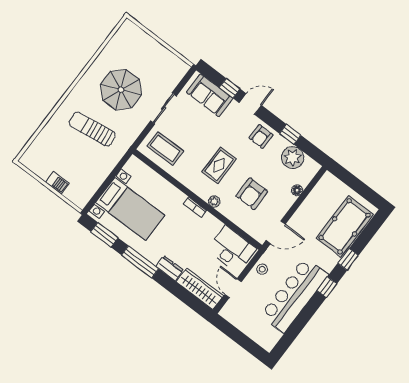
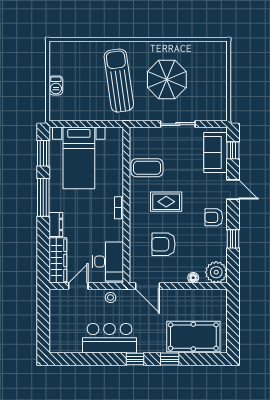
window: (230, 88) -> (233, 150), moved
sun lounger: (92, 129) -> (119, 81), width x1.36, depth x1.34
coffee table: (165, 149) -> (147, 168), moved, turned 90
plant: (293, 158) -> (216, 272), moved
plant: (214, 201) -> (135, 219), removed
bar counter: (294, 295) -> (109, 338), width x0.73

